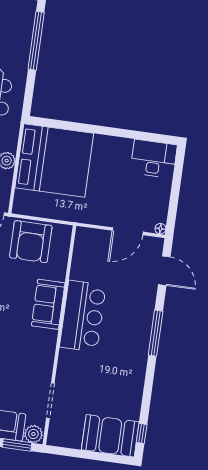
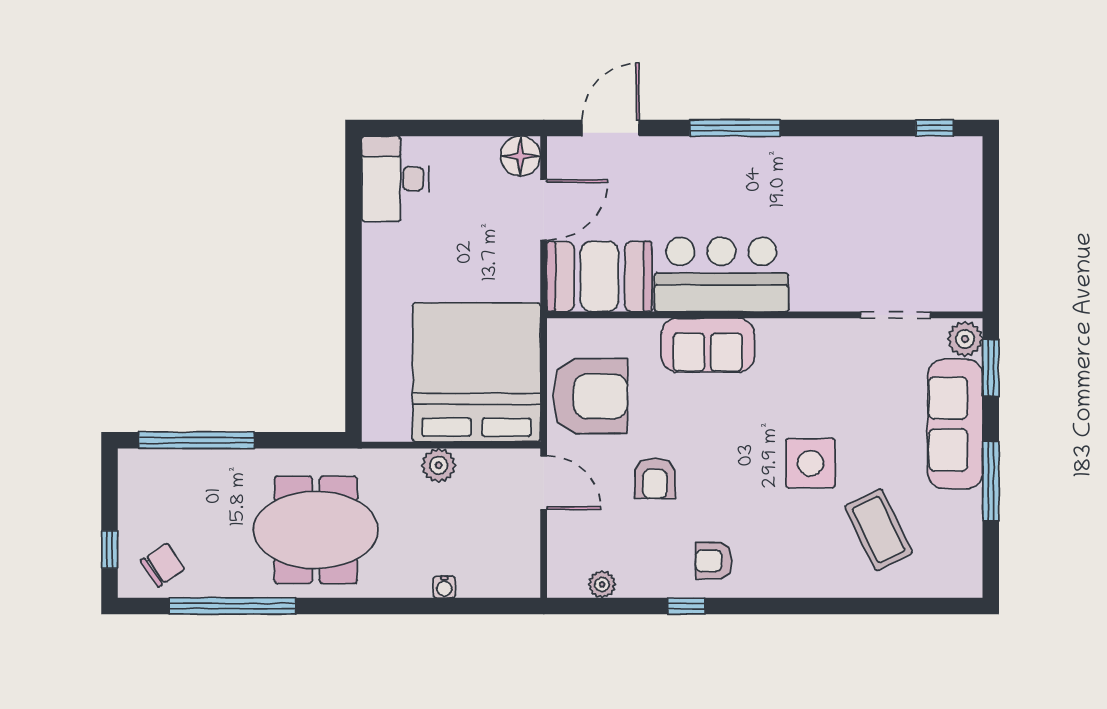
bed: (54, 161) -> (477, 372), moved
floor lamp: (160, 229) -> (520, 156), width x1.89, depth x1.89
door: (128, 231) -> (544, 210), hinge flipped
booth: (110, 436) -> (599, 277), moved, turned 90

